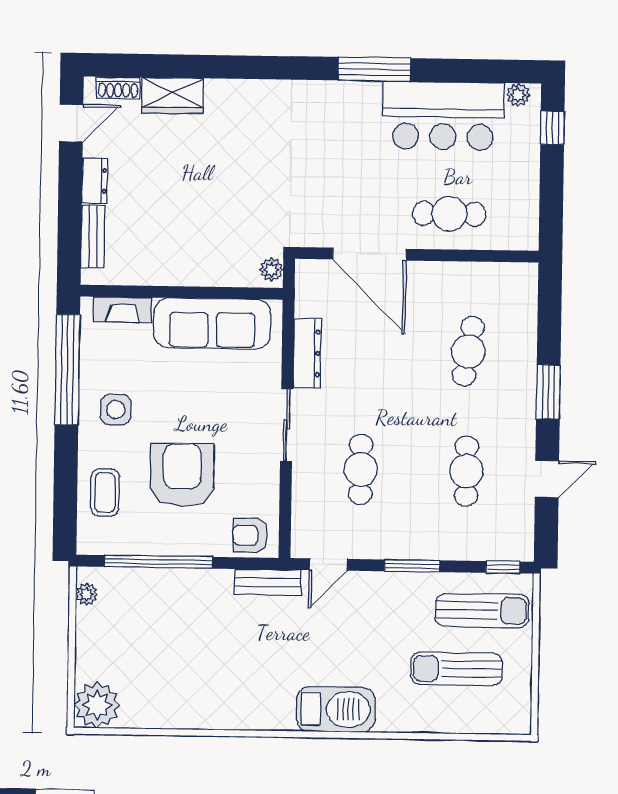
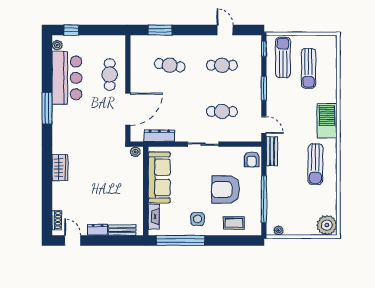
wardrobe: (173, 95) -> (60, 167), moved
dresser: (307, 353) -> (159, 136), moved
window: (548, 392) -> (160, 30), moved
sun lounger: (237, 681) -> (315, 164), added

